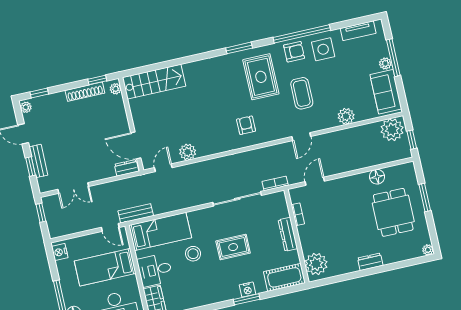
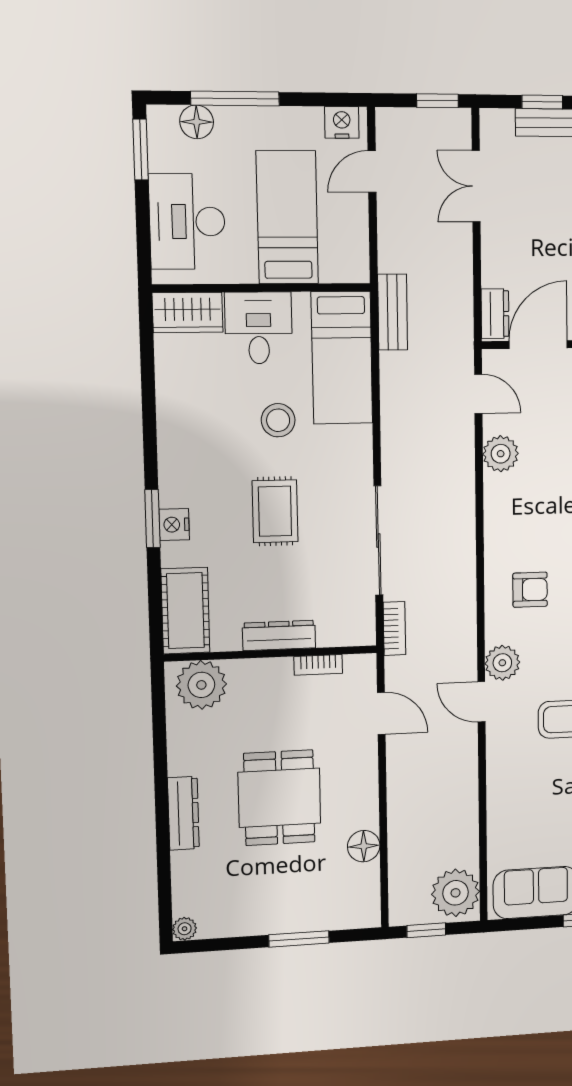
plant: (346, 116) -> (502, 663), moved
dining table: (393, 212) -> (279, 798), moved, turned 90
door: (110, 227) -> (372, 171), moved
dresser: (370, 262) -> (183, 813), width x1.44

